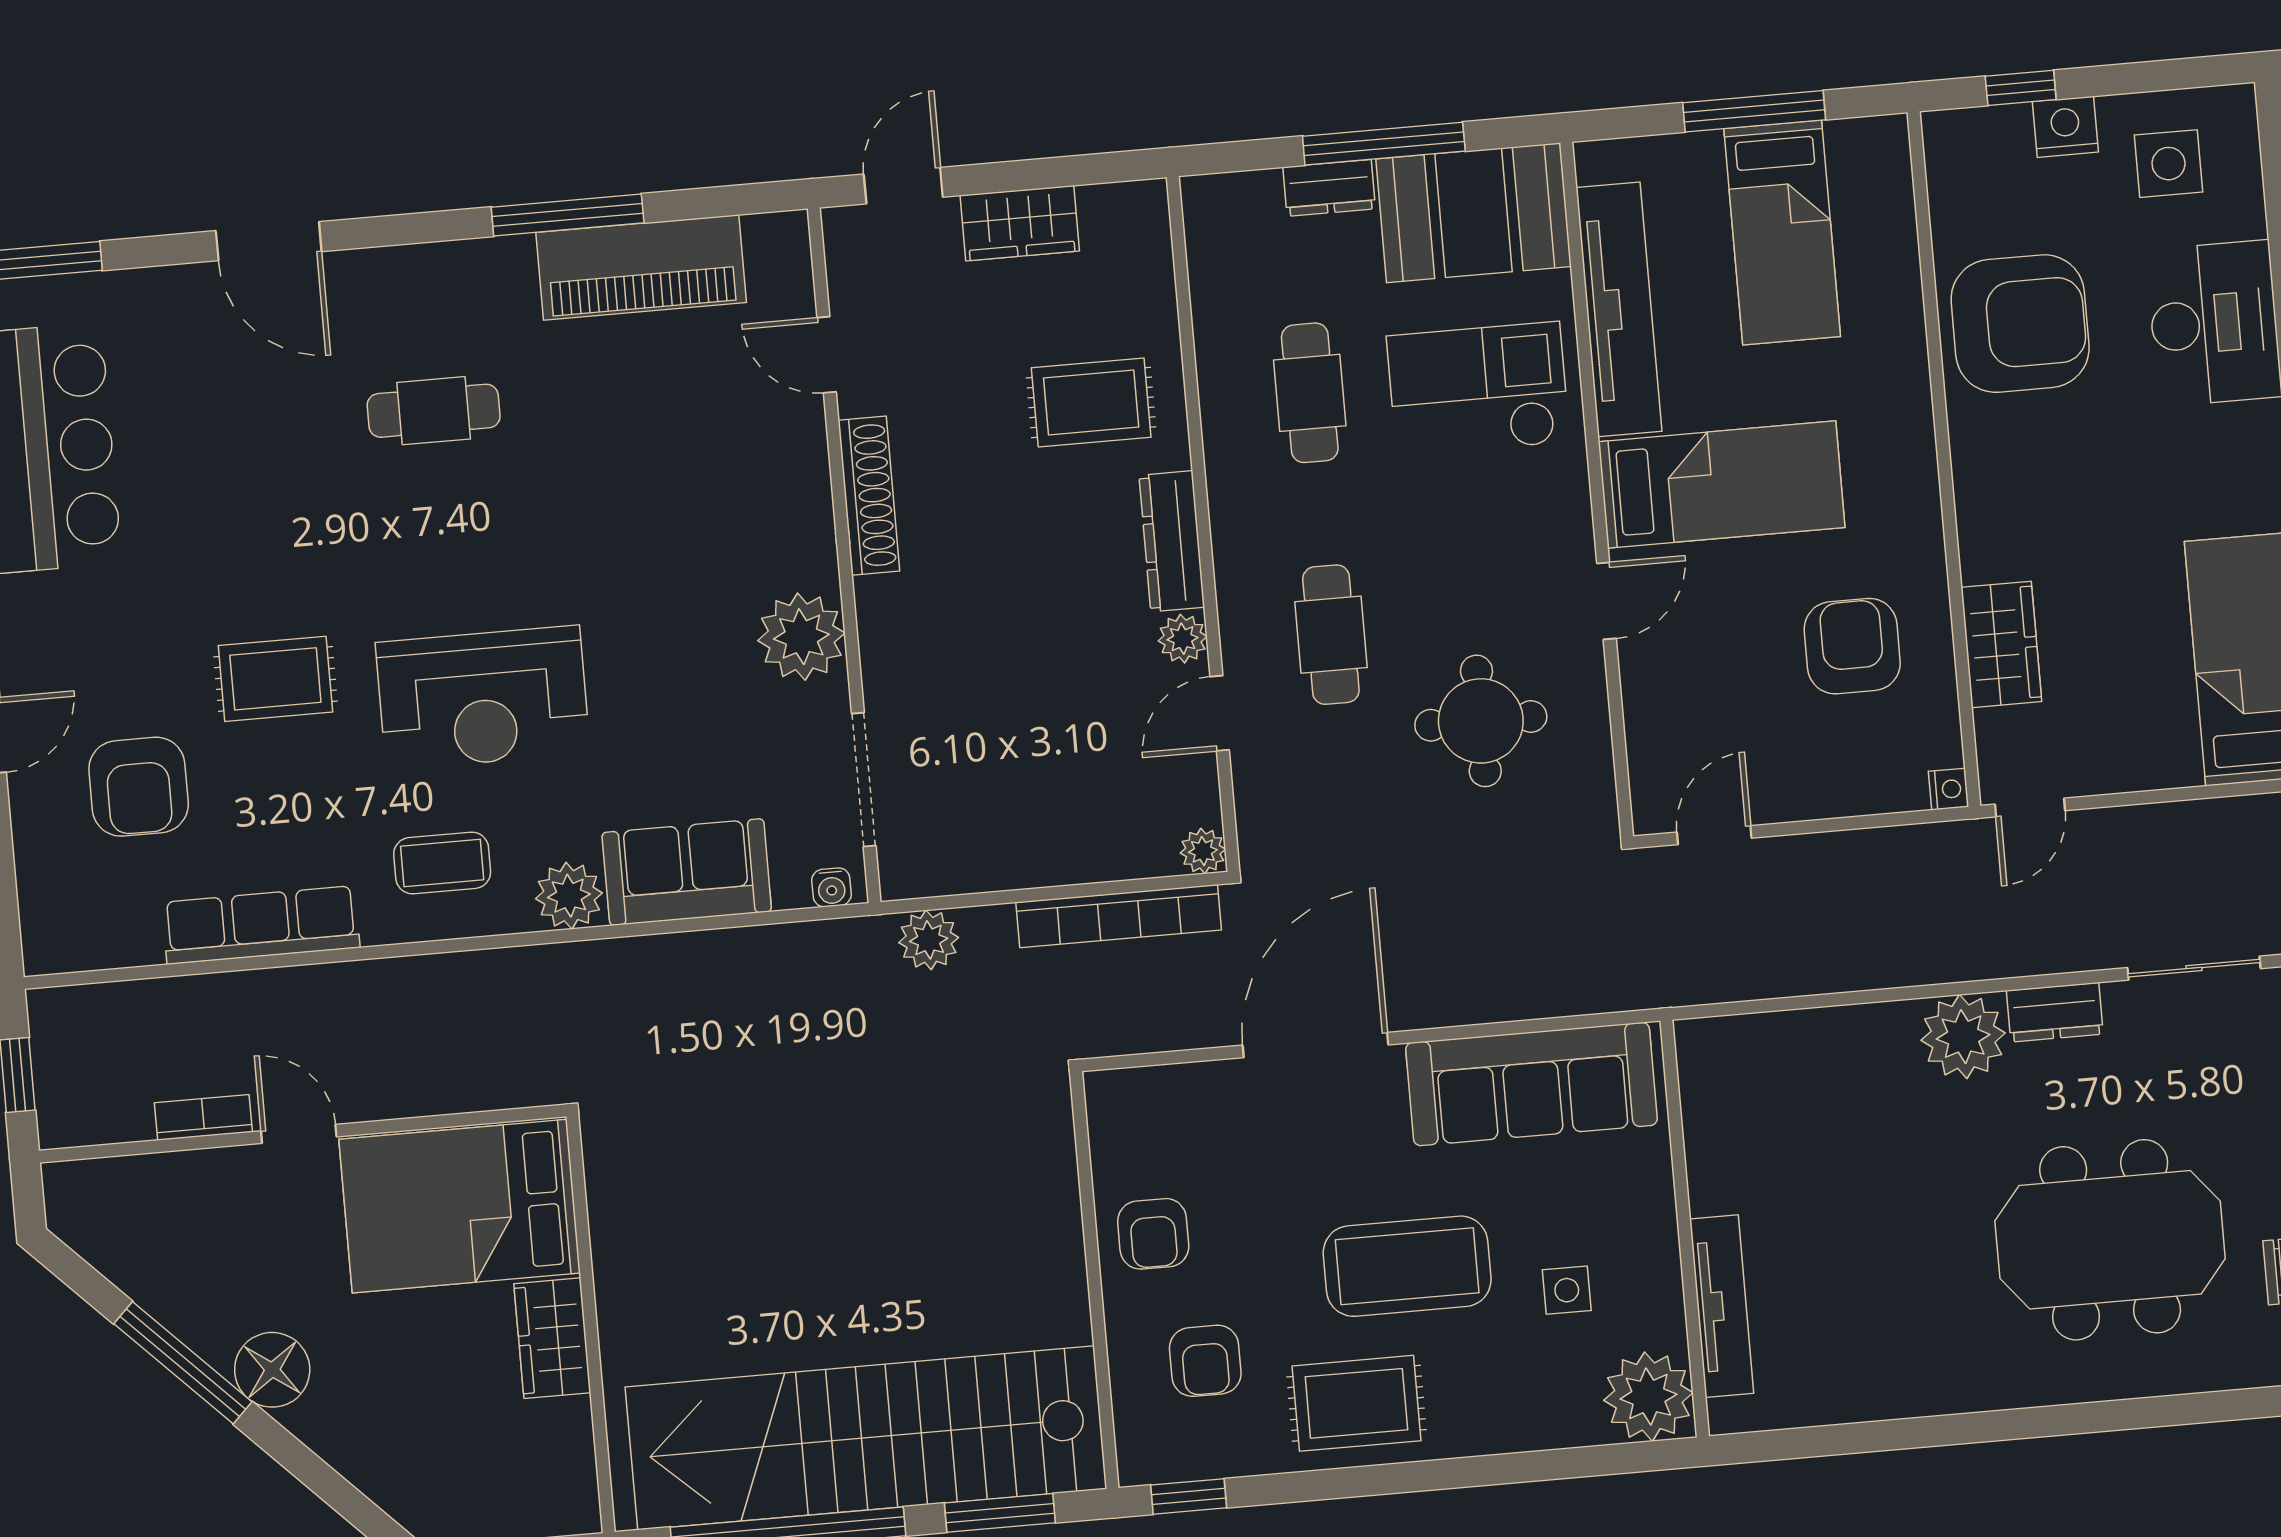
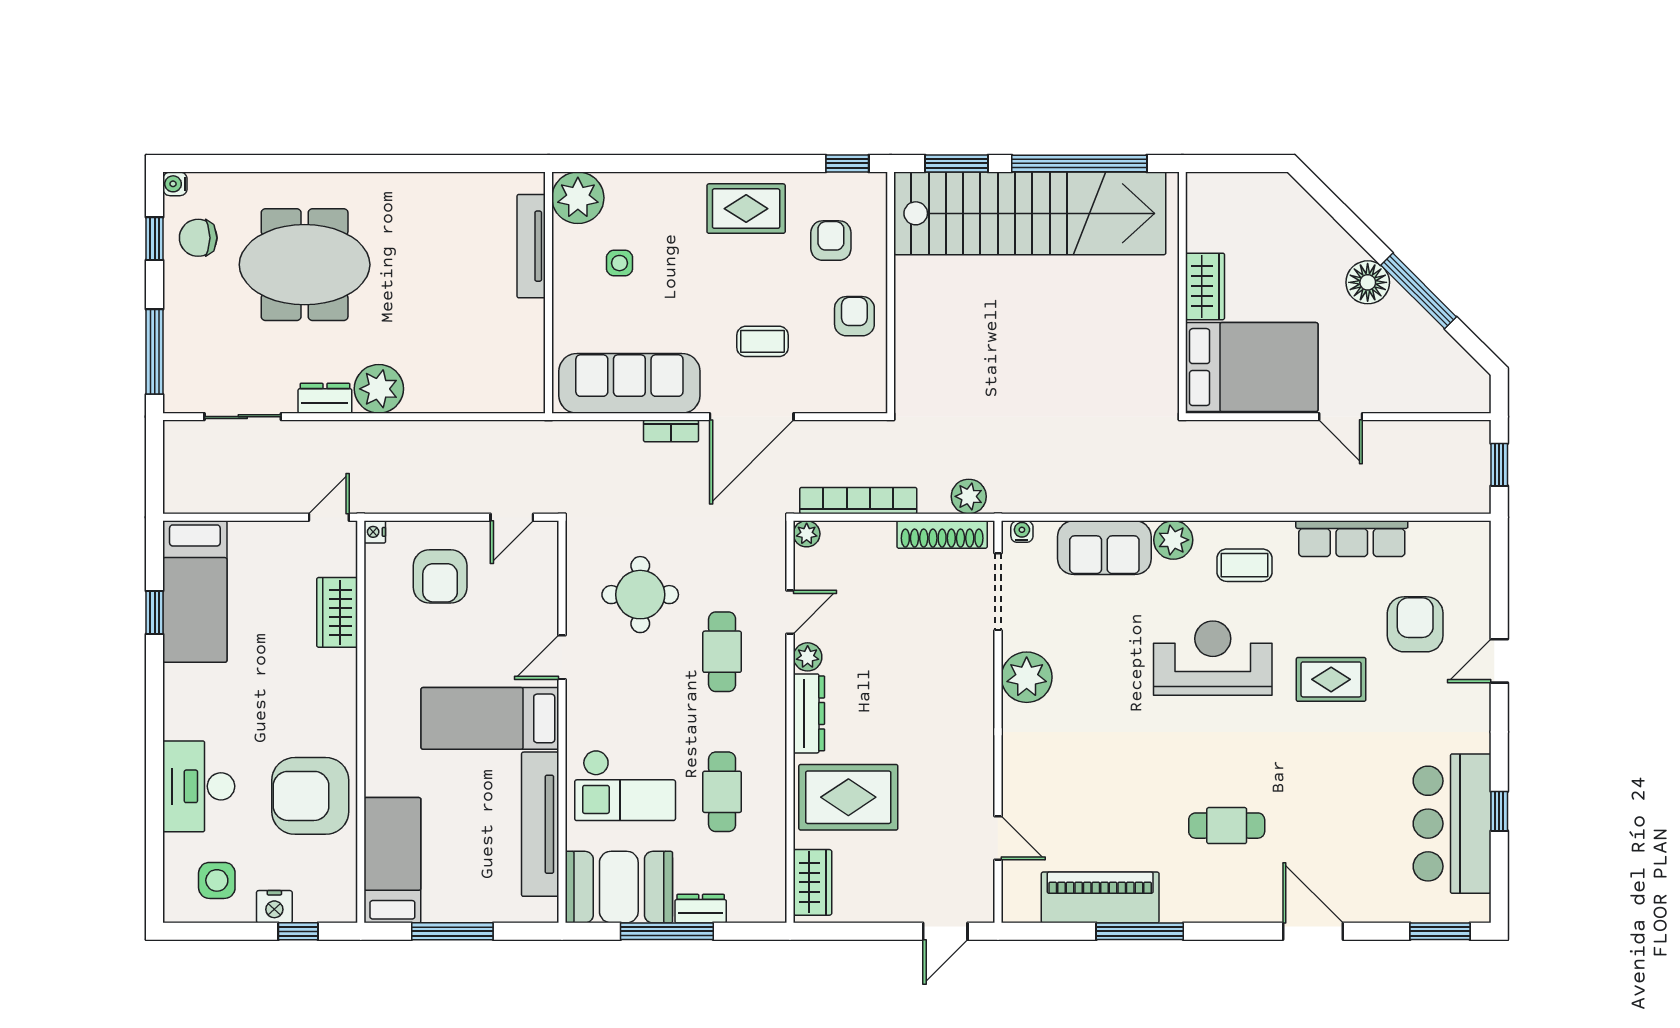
wardrobe: (1020, 223) -> (812, 882), moved, turned 90
bed: (1782, 233) -> (392, 860), moved
rug: (1091, 403) -> (848, 797), width x1.36, depth x1.43
shoe rack: (869, 496) -> (942, 534), moved, turned -90
armchair: (1852, 646) -> (440, 576), moved
bookcase: (203, 1117) -> (671, 431), moved
coffee table: (1407, 1266) -> (762, 341), moved, width x0.54, depth x0.58

